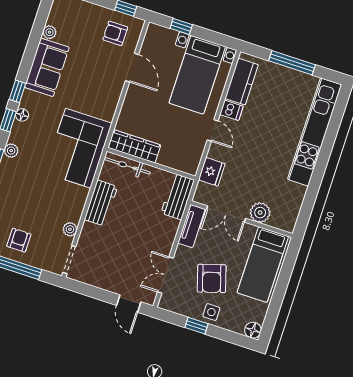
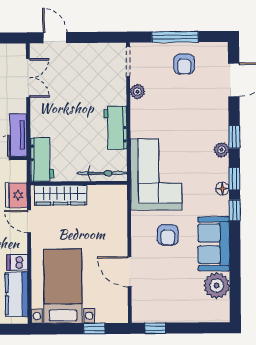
plant: (49, 32) -> (217, 286), width x1.88, depth x1.88
armchair: (115, 33) -> (168, 235), moved, turned 90
door: (213, 130) -> (29, 221), moved
wardrobe: (134, 146) -> (60, 195), moved

